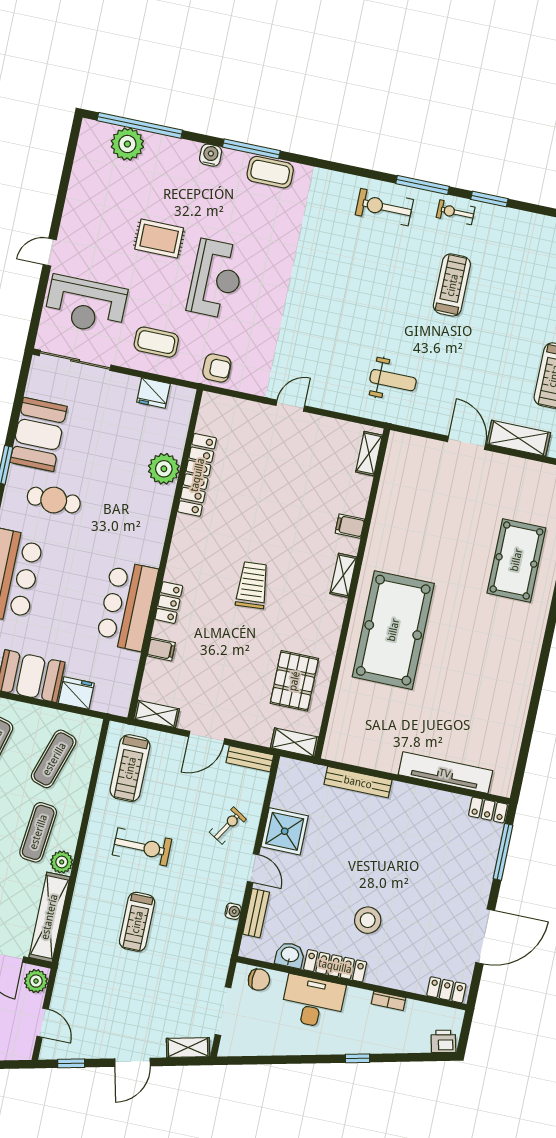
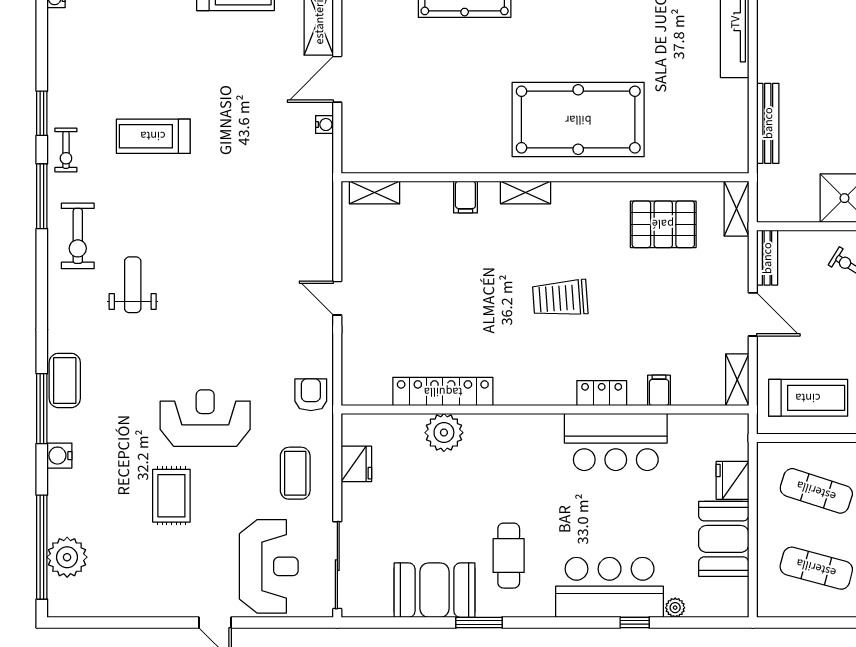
weight bench: (393, 380) -> (133, 285), moved
water cooler: (432, 425) -> (324, 125), added

